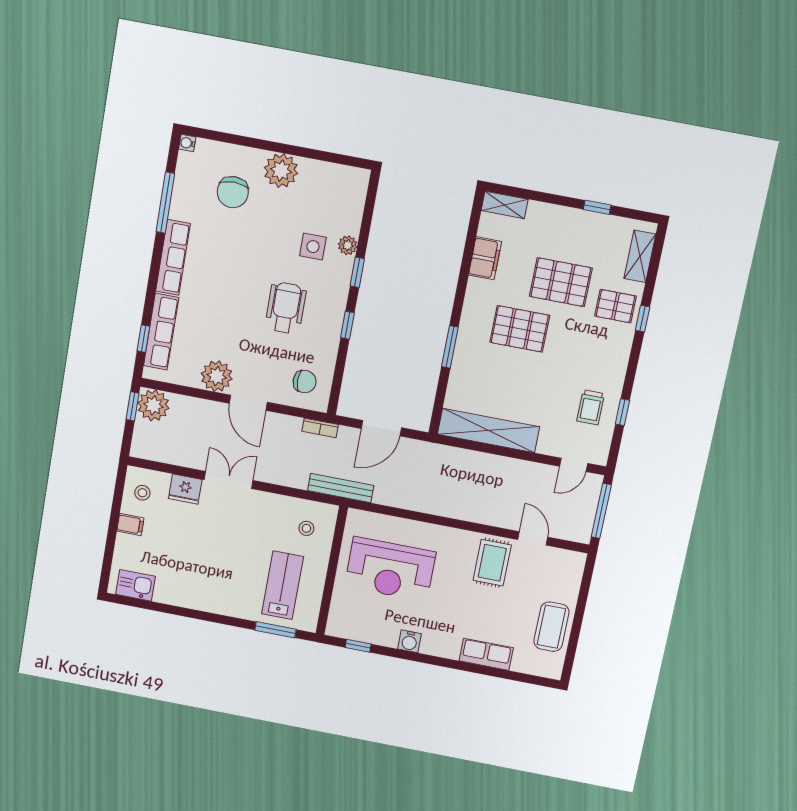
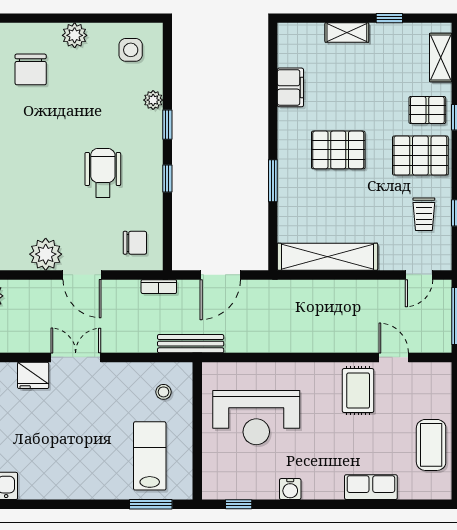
plant: (281, 171) -> (75, 35), width x0.73, depth x0.73
shelving: (504, 205) -> (347, 33), moved
side table: (313, 247) -> (131, 50), moved
pallet: (561, 282) -> (420, 156), moved

